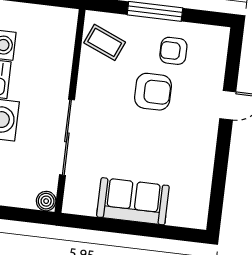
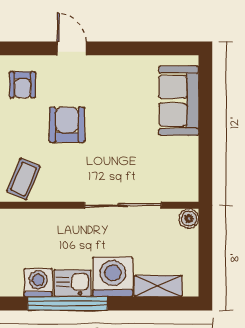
armchair: (173, 51) -> (22, 85), moved
sofa: (133, 201) -> (179, 101), moved

